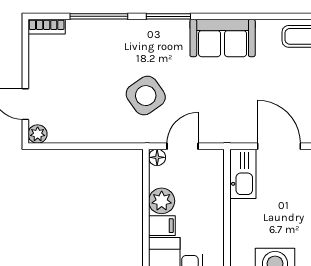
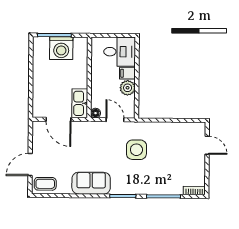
side table: (146, 96) -> (136, 150), turned 35
plant: (38, 134) -> (200, 128), removed
door: (183, 146) -> (115, 120), swing flipped
floor lamp: (157, 157) -> (96, 113), moved

